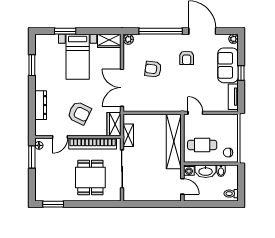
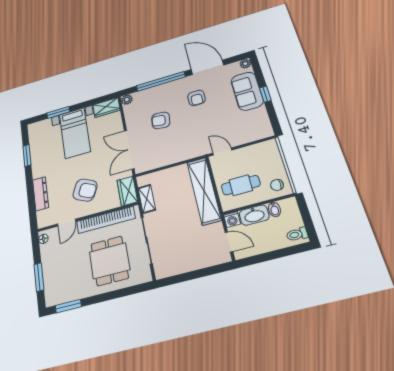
tv unit: (233, 97) -> (264, 121), removed
window: (32, 157) -> (39, 277), moved

